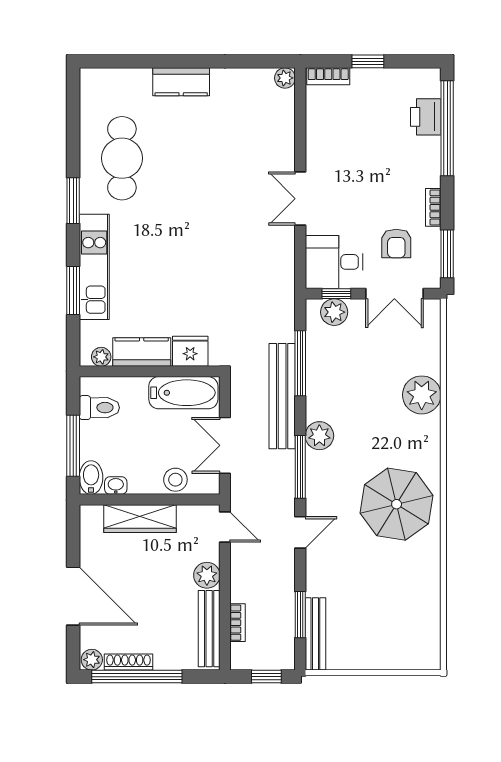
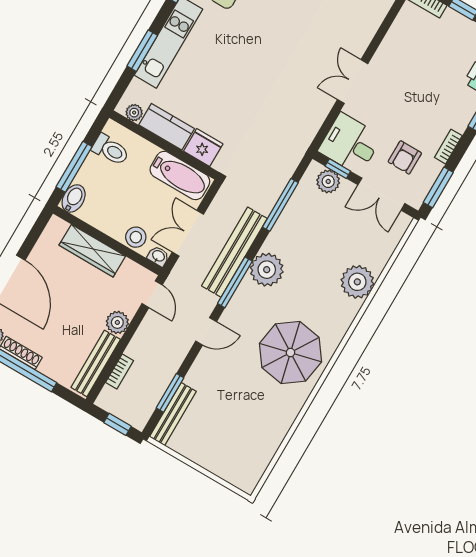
bench: (282, 396) -> (234, 252), moved
plant: (319, 436) -> (267, 270), width x1.36, depth x1.36
washbasin: (116, 486) -> (158, 256), moved

